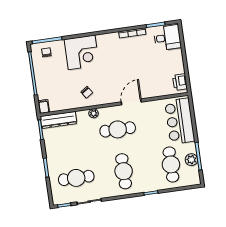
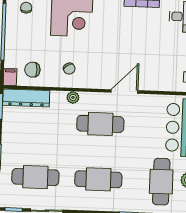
chair: (59, 98) -> (32, 70), added
cafe table: (124, 171) -> (98, 179), turned 90

